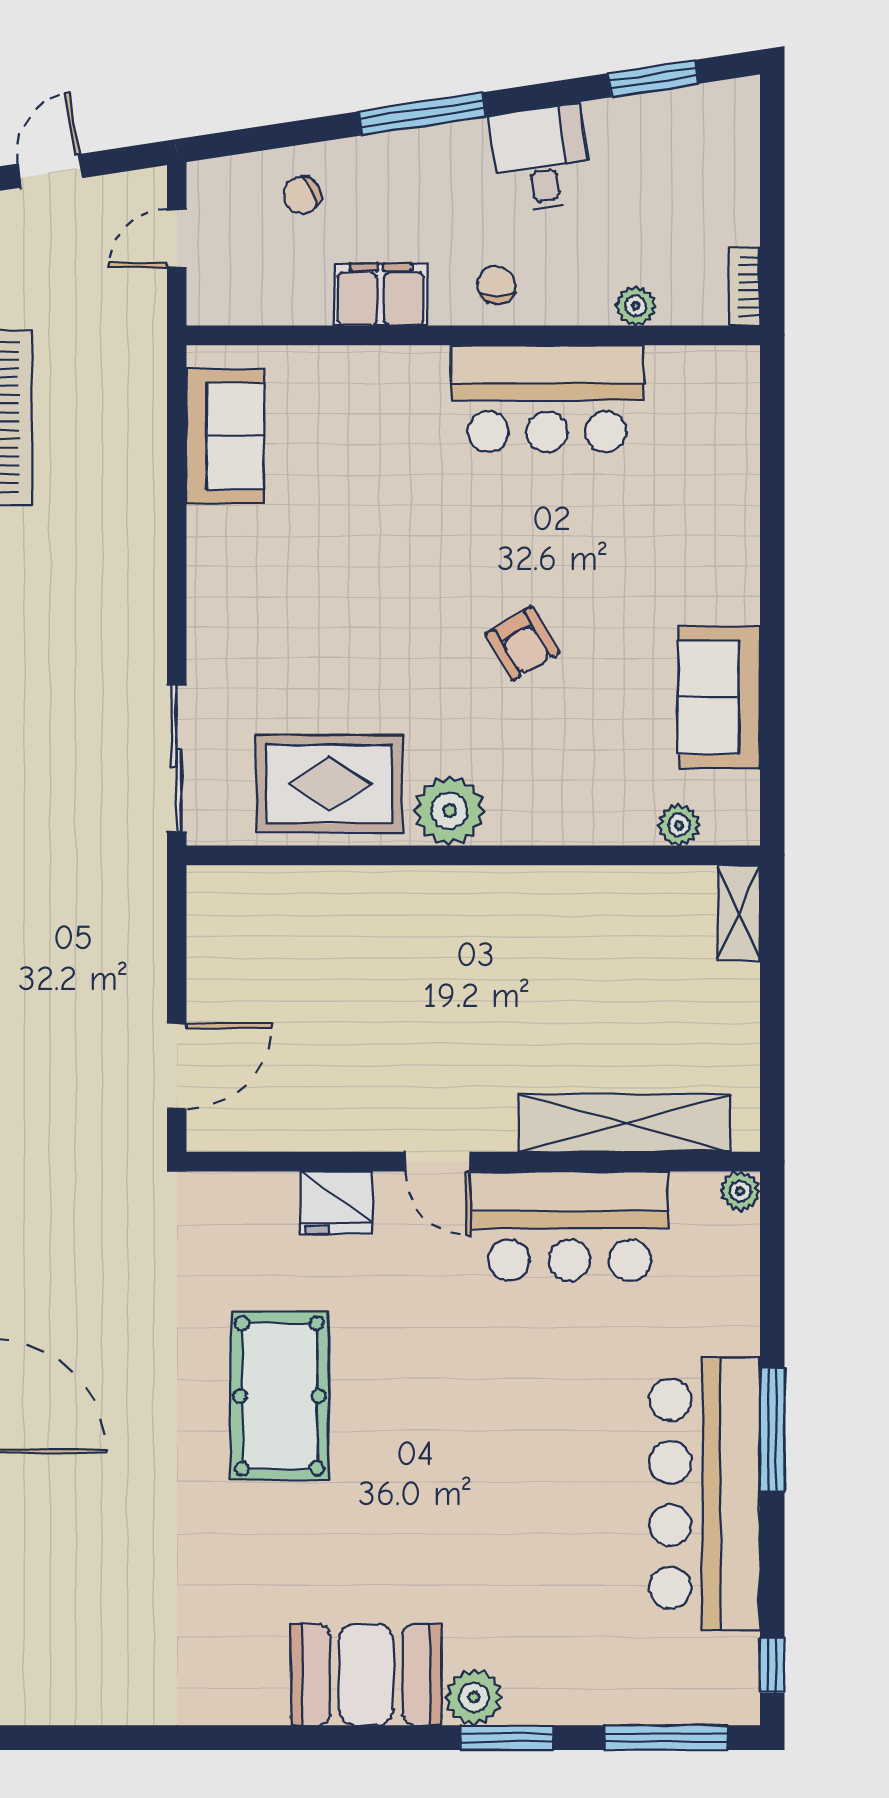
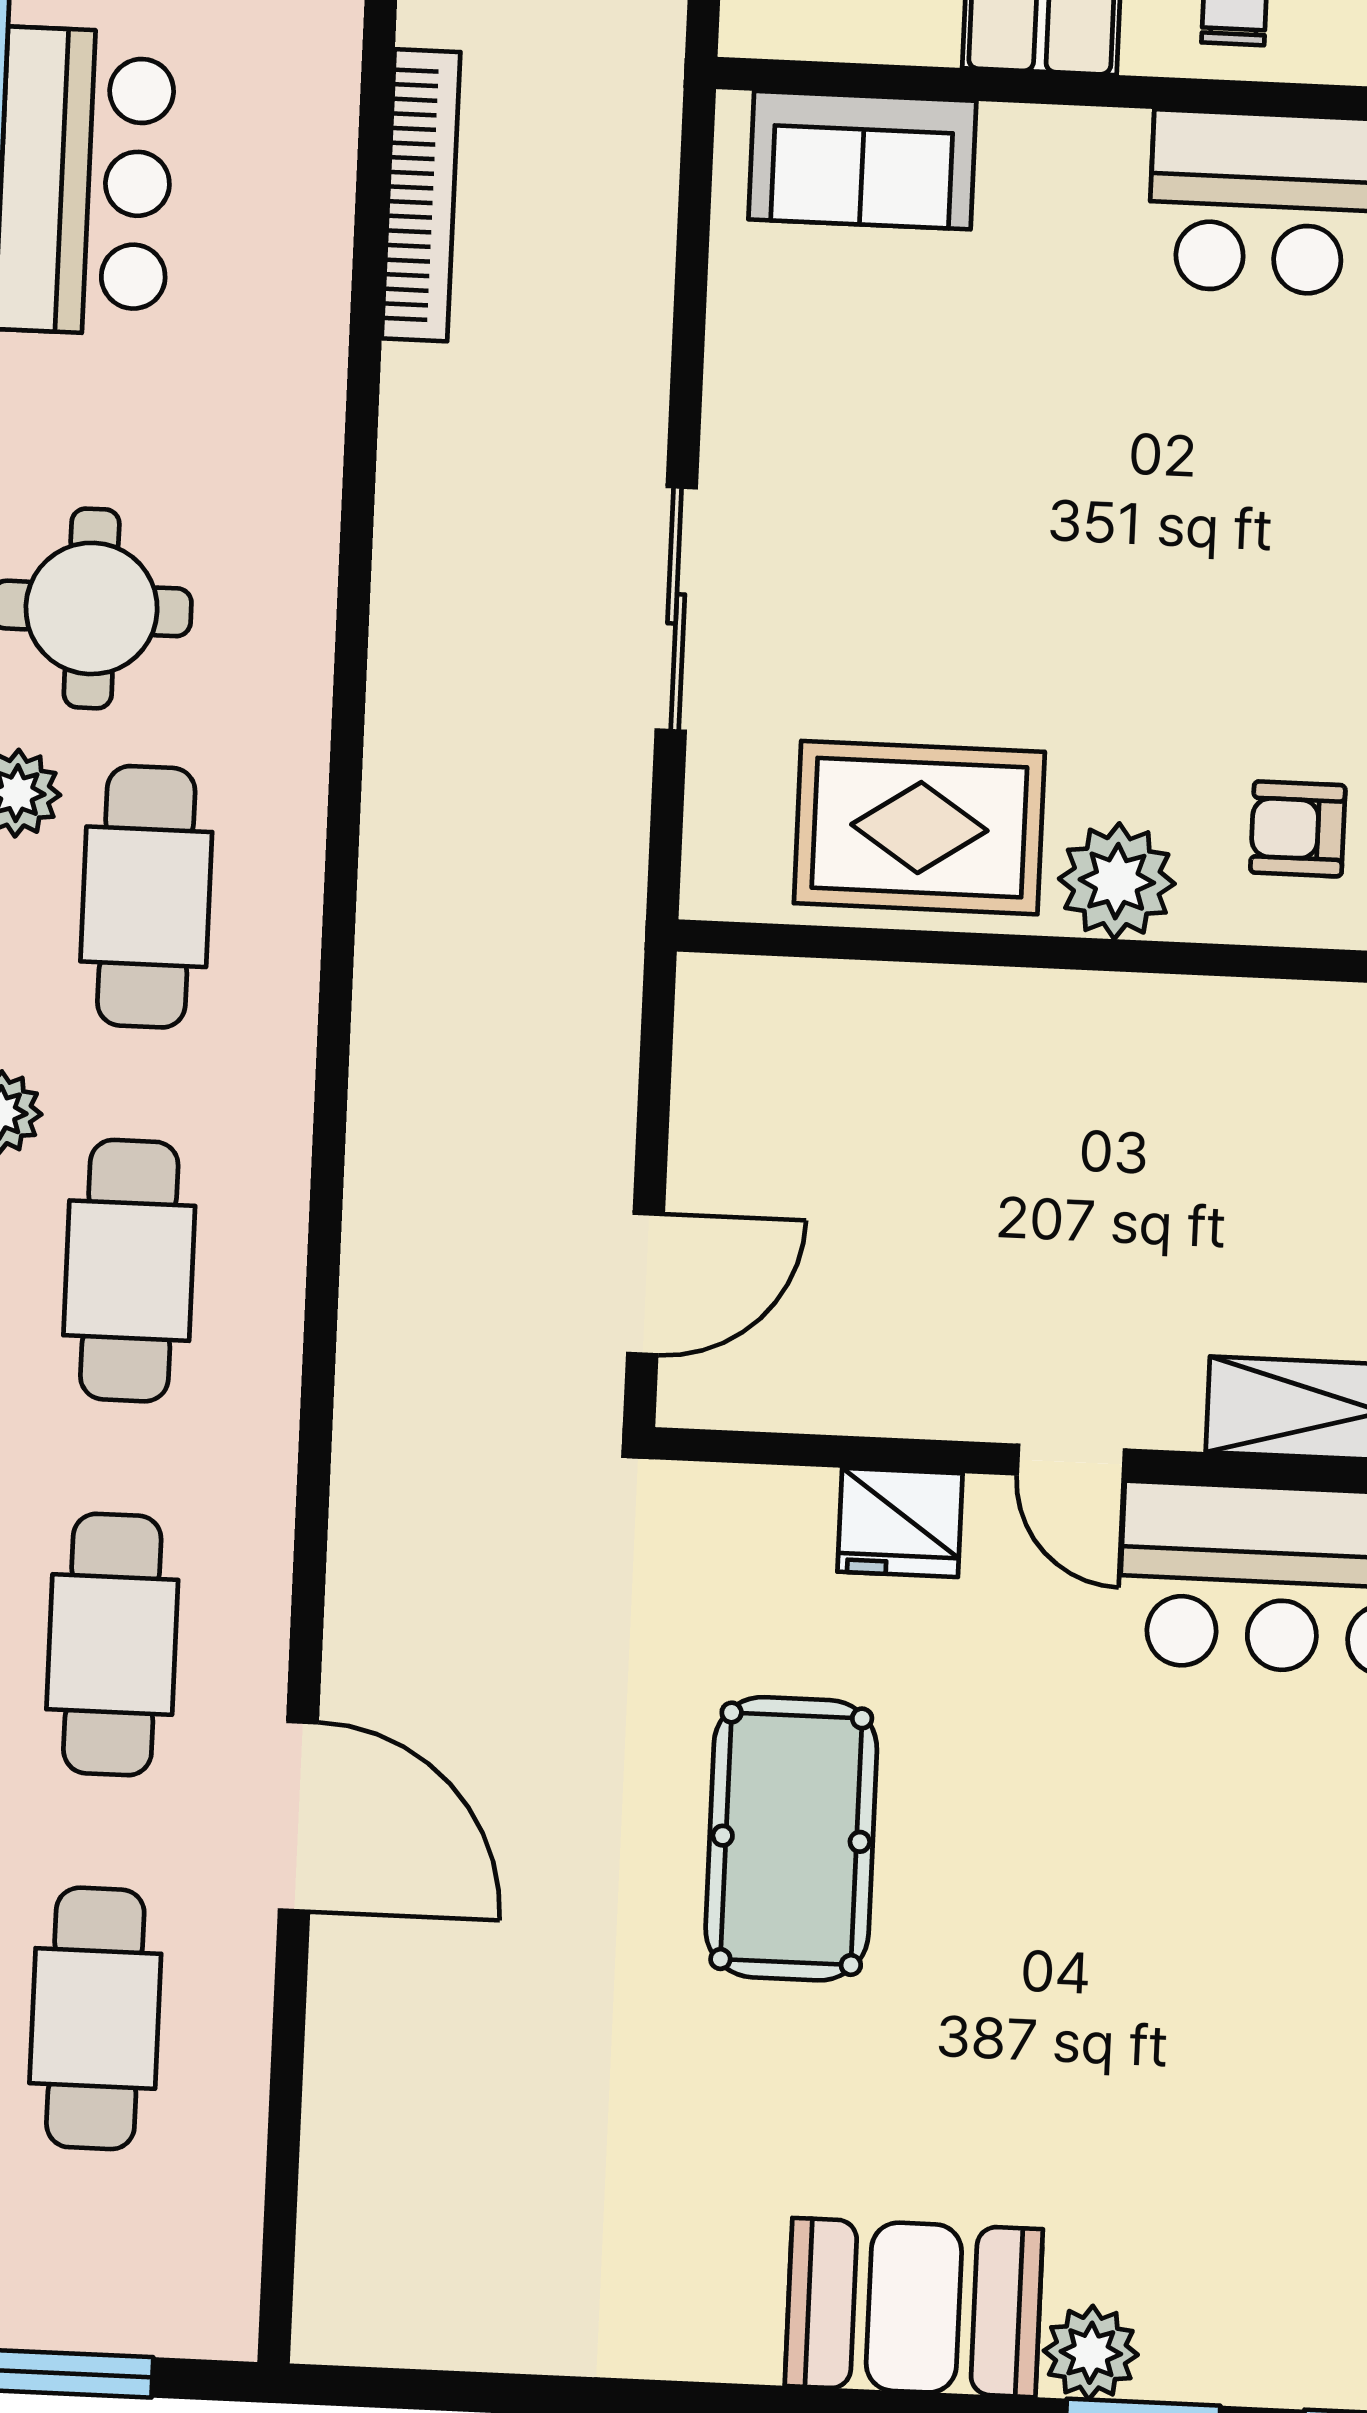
sofa: (225, 436) -> (862, 160), moved, turned 90
armchair: (522, 643) -> (1298, 829), moved, turned 121
sliding door: (177, 758) -> (676, 609), moved

